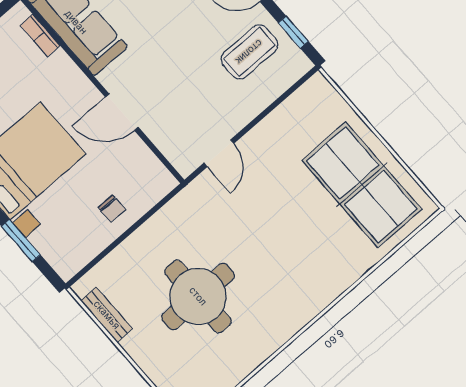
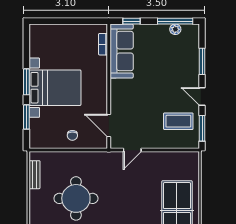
window: (293, 32) -> (202, 128), width x1.50
door: (122, 112) -> (109, 126), moved

